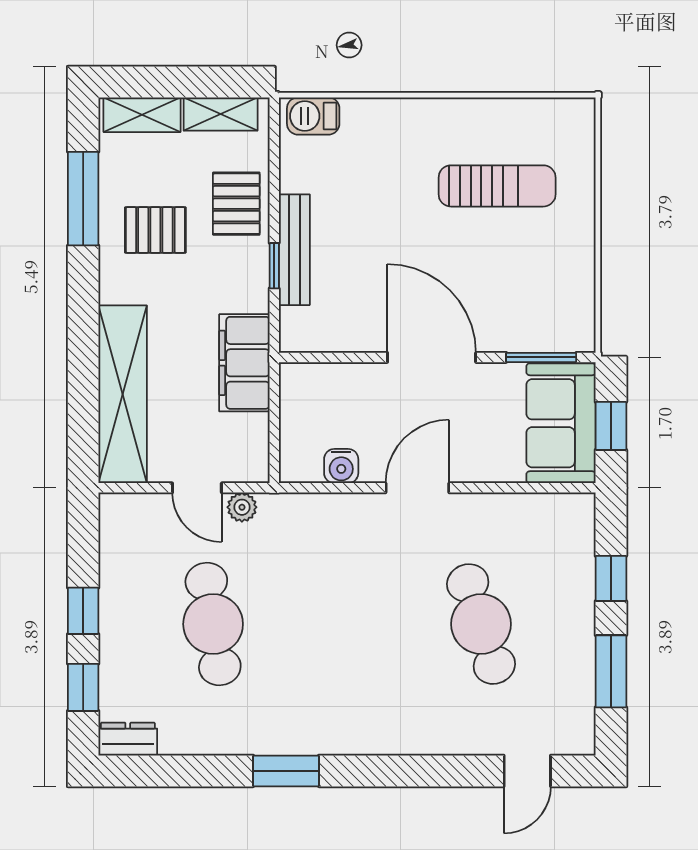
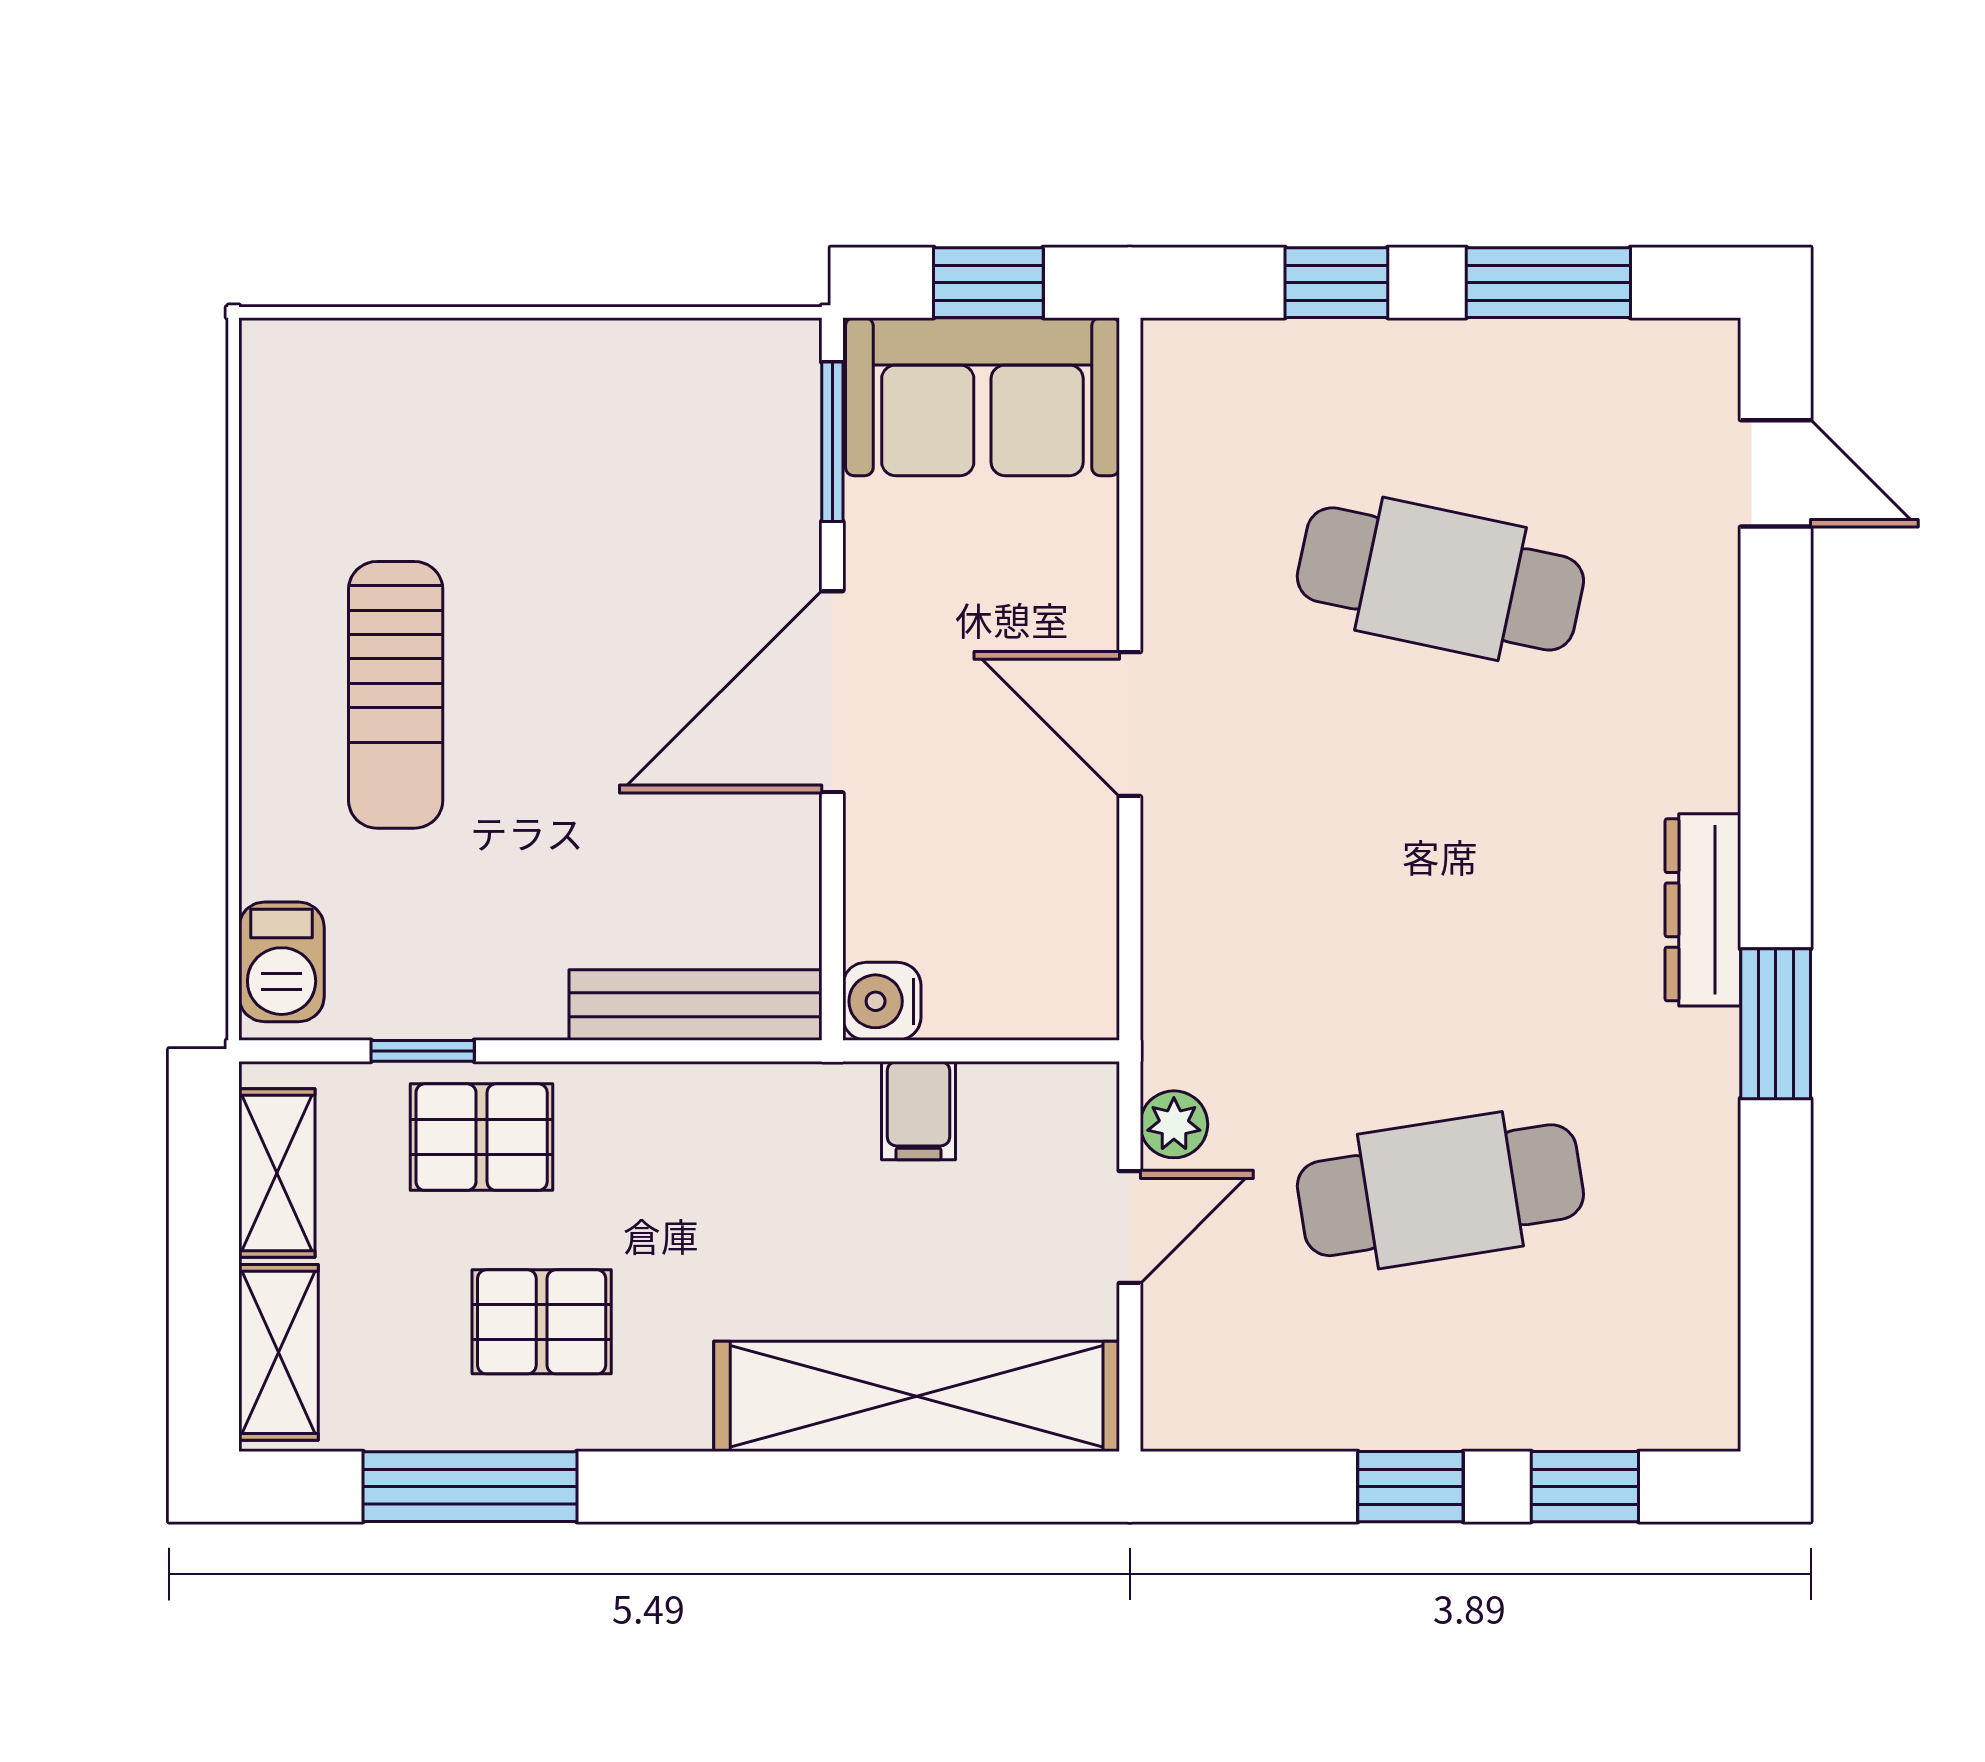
sun lounger: (497, 186) -> (396, 695), moved, turned 180
pallet: (155, 230) -> (542, 1322), turned 90
bench: (294, 250) -> (695, 1005), moved
window: (274, 266) -> (423, 1051), moved
filing cabinet: (244, 363) -> (918, 1111), width x0.33, depth x0.86
water cooler: (341, 466) -> (882, 1001), moved, turned 180
cafe table: (481, 624) -> (1440, 579), turned 30
dresser: (128, 739) -> (1703, 910), moved, width x1.44

